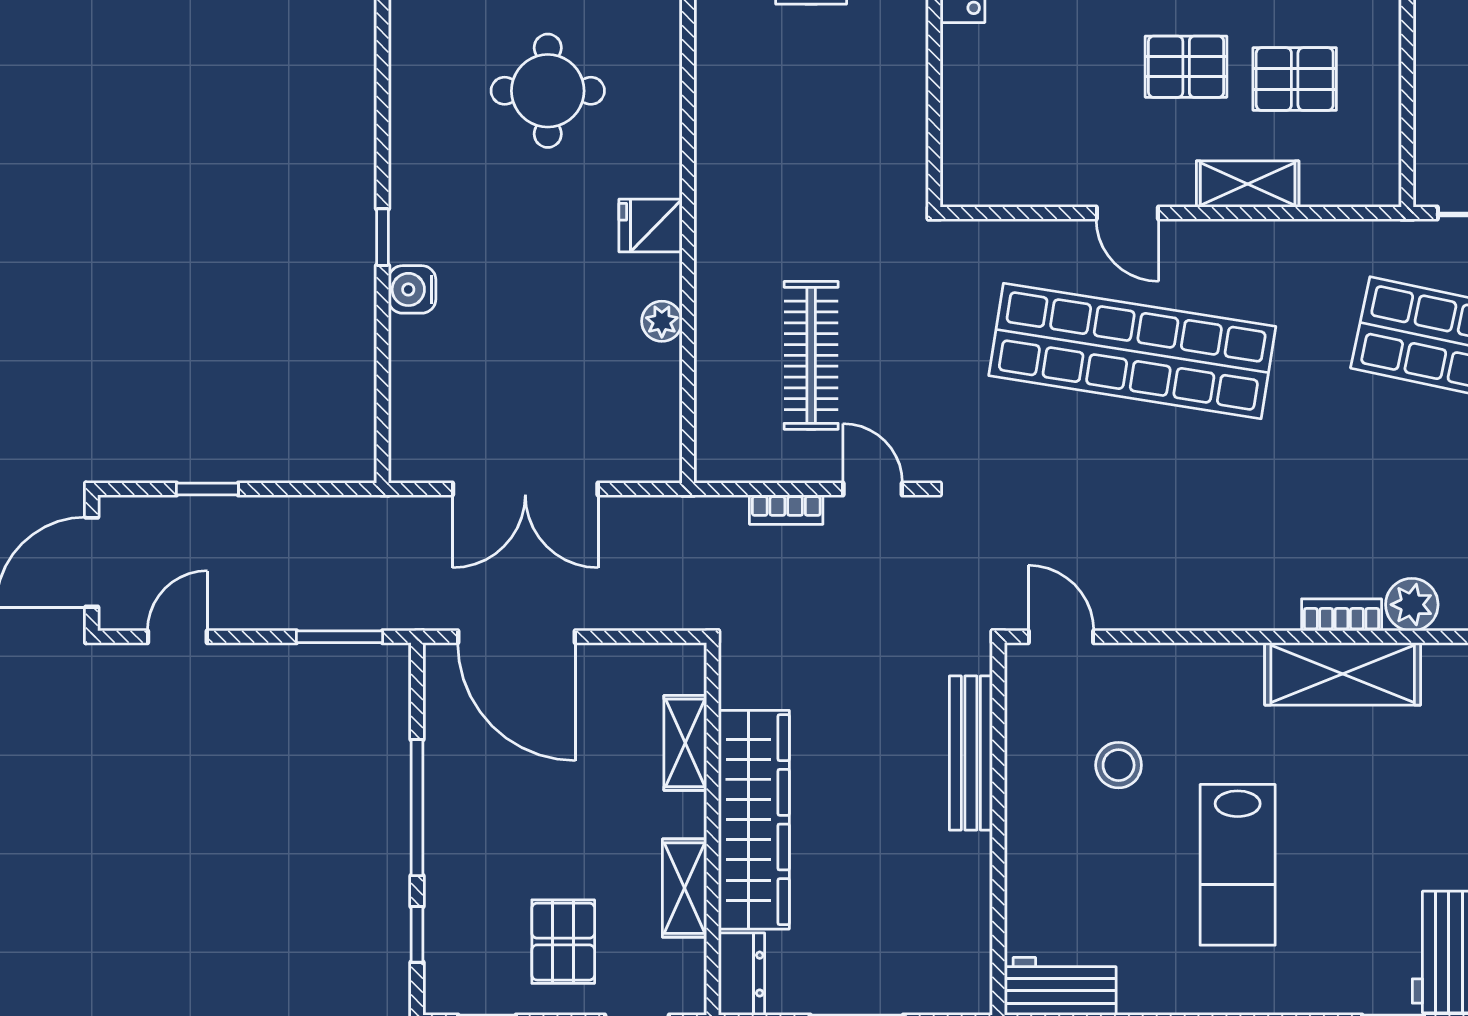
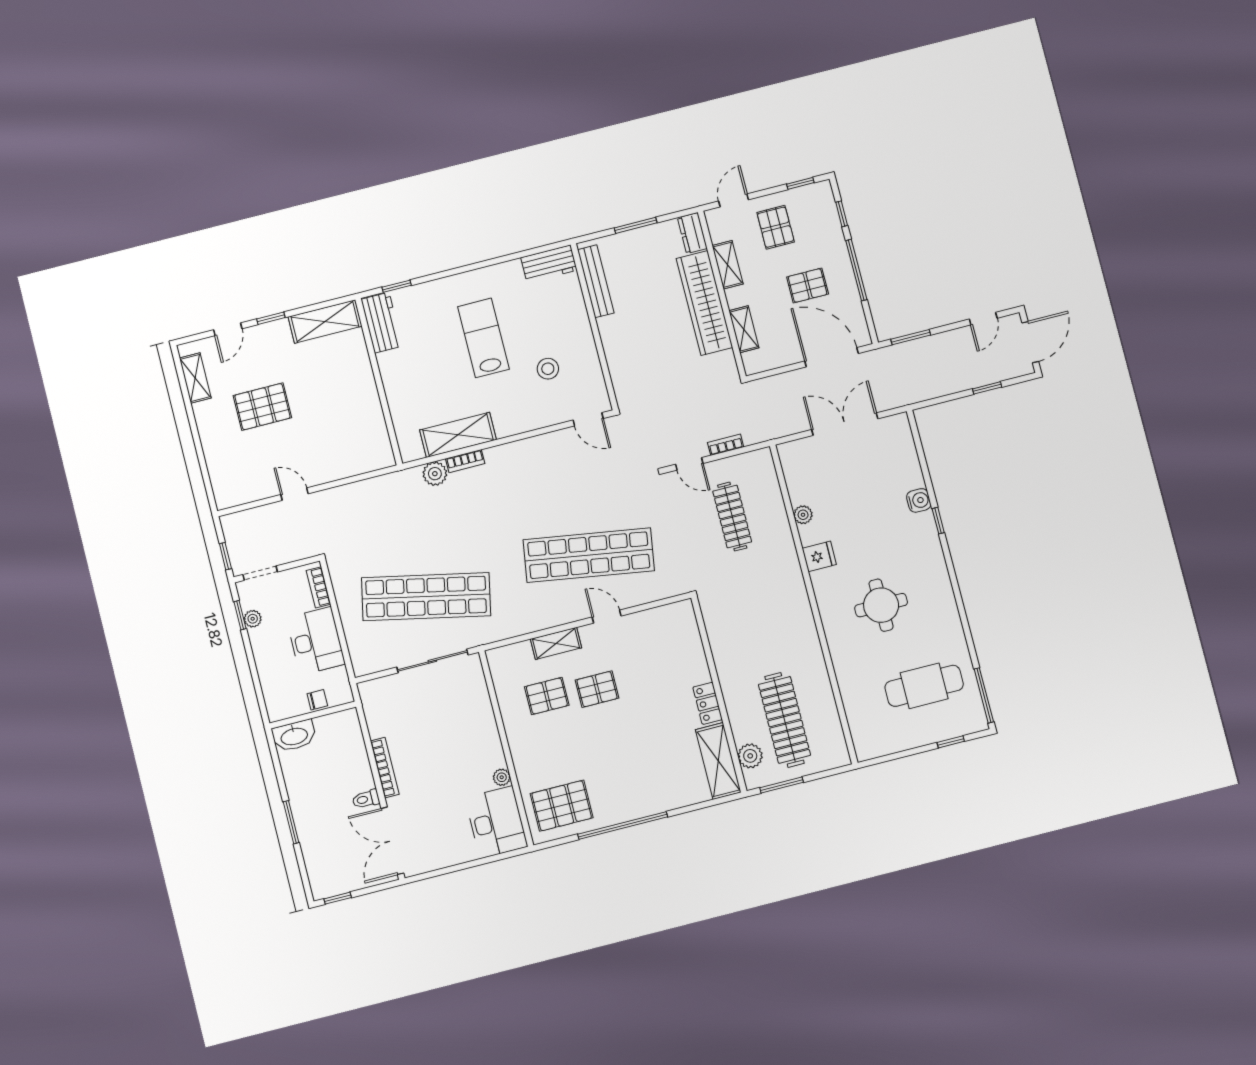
bench: (971, 753) -> (596, 281), moved
pallet: (528, 801) -> (808, 285), added

